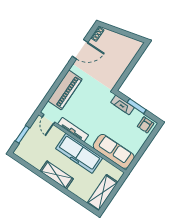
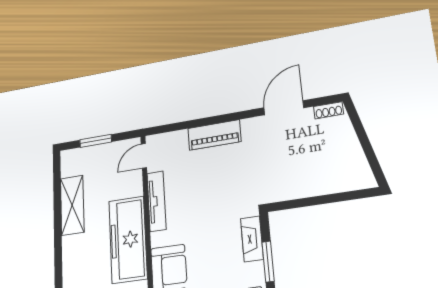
door: (80, 49) -> (284, 108), swing flipped
piano: (65, 90) -> (214, 135), width x0.73, depth x0.75
shelving: (57, 175) -> (72, 205), moved

